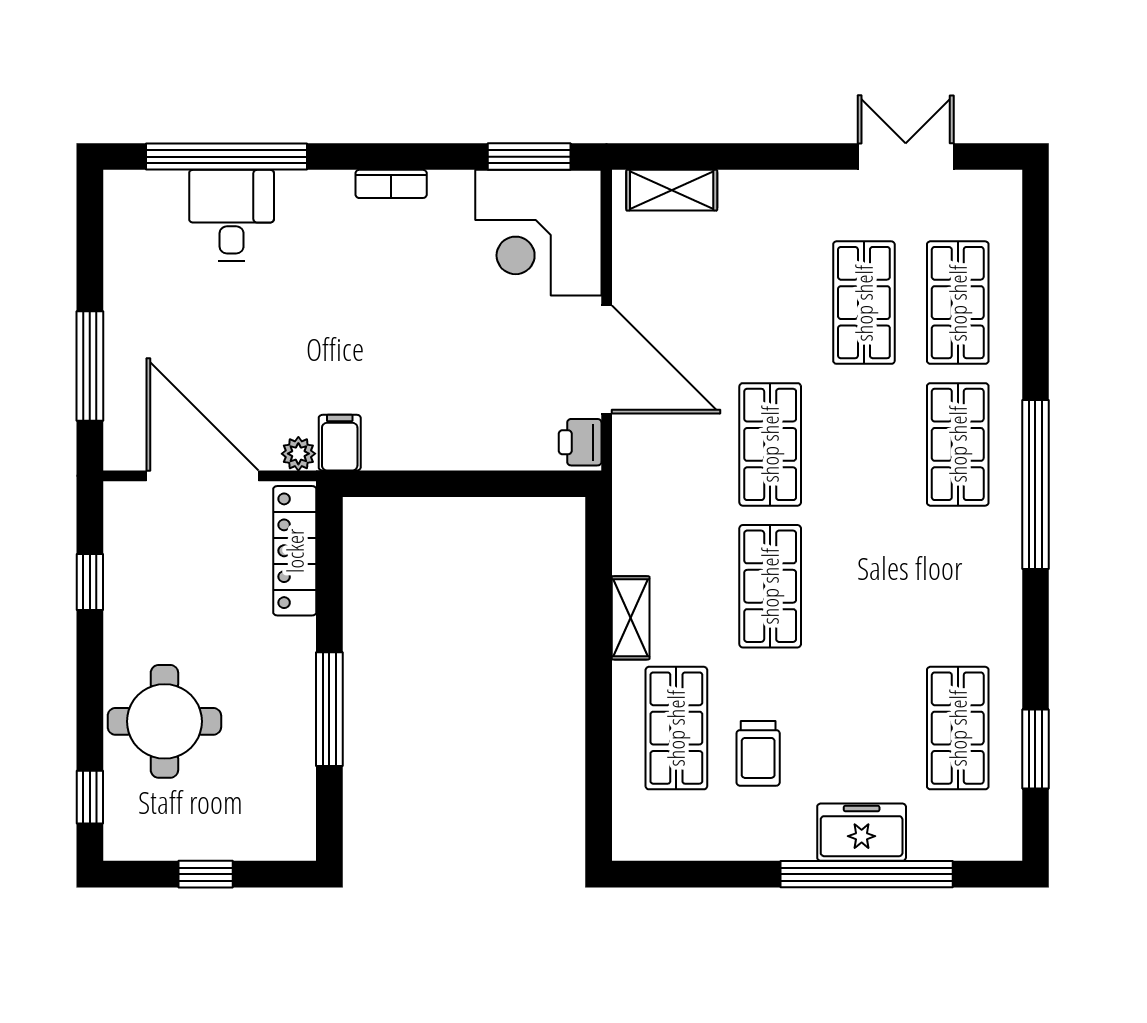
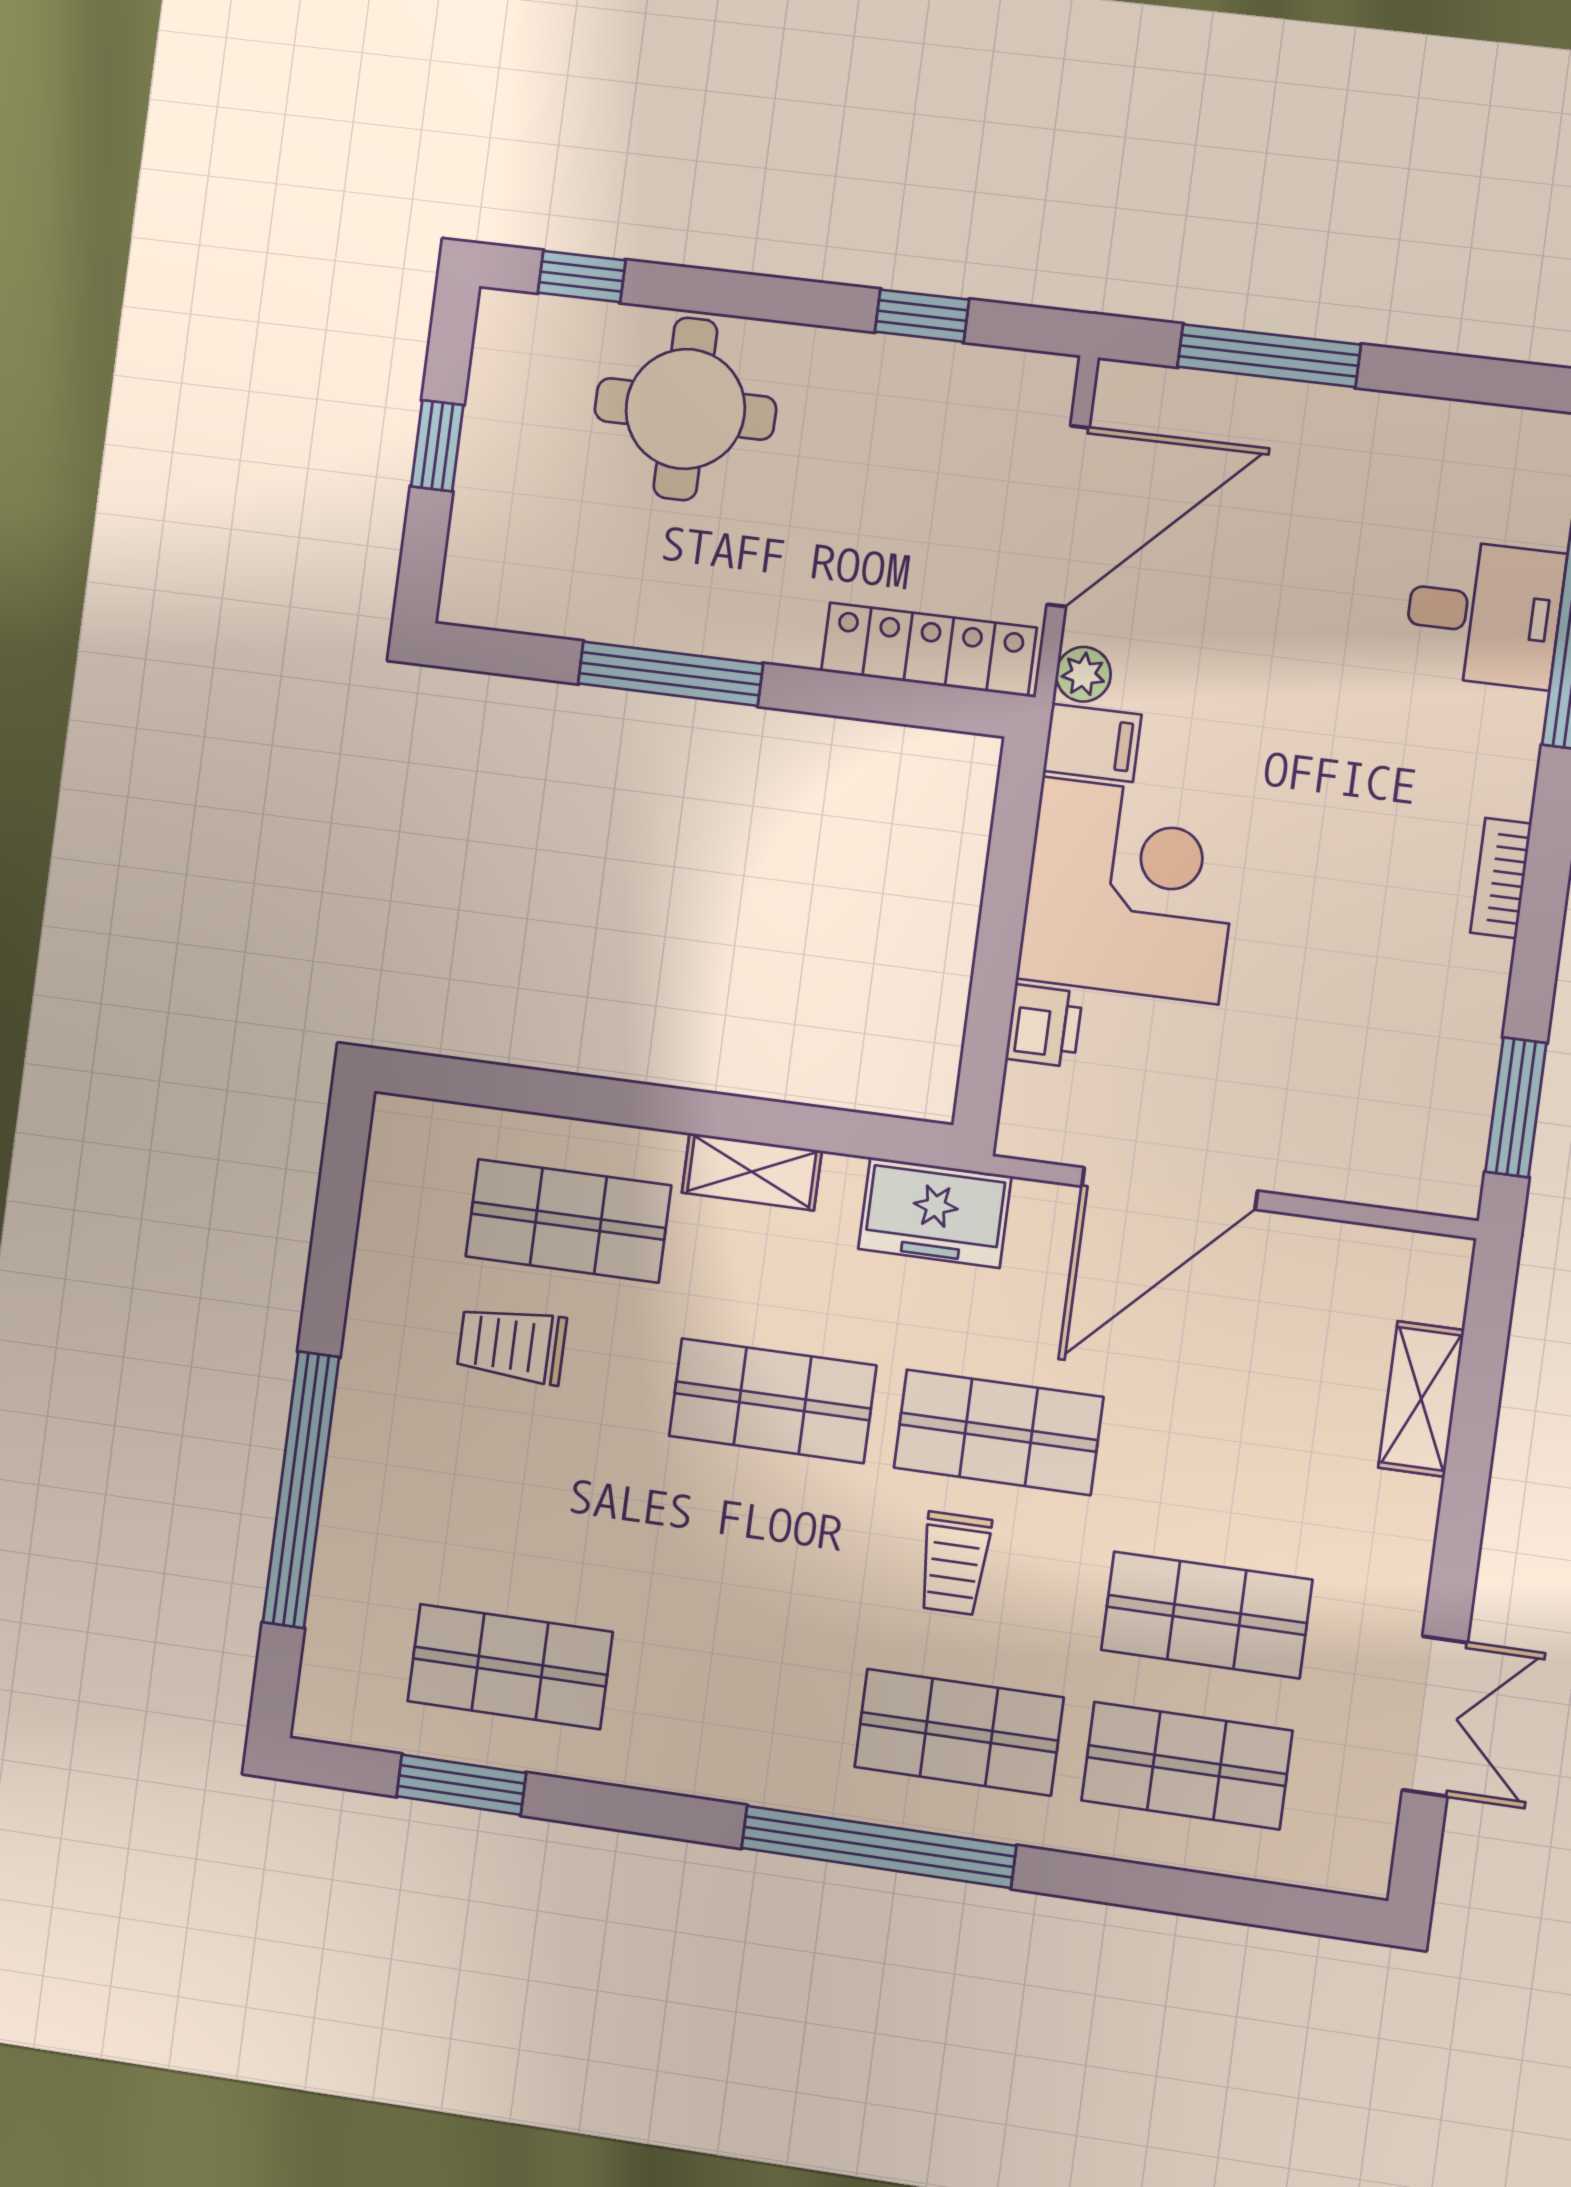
shelving: (672, 190) -> (1421, 1399), moved
corner desk: (538, 233) -> (1130, 890), moved, turned 90
printer: (580, 442) -> (1044, 1026), moved, turned 90
trolley: (854, 461) -> (954, 1563), added
freezer: (862, 832) -> (935, 1213), moved, turned 90

